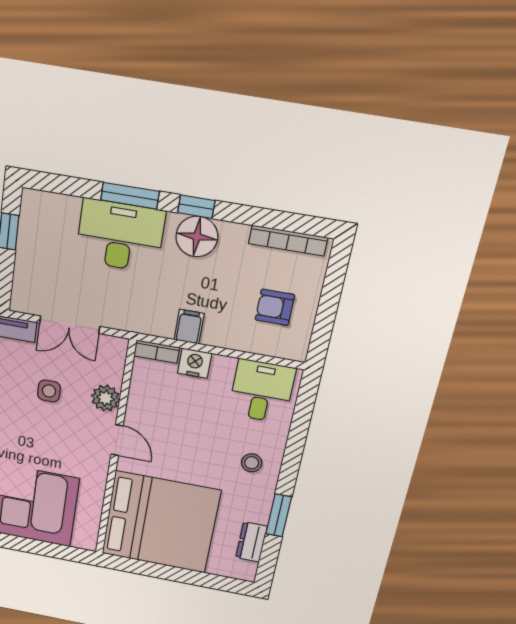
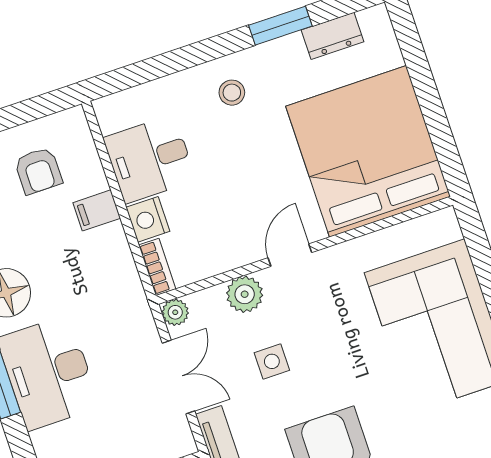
filing cabinet: (189, 327) -> (97, 210), moved
plant: (117, 347) -> (175, 312), added
desk: (262, 391) -> (150, 159), moved

